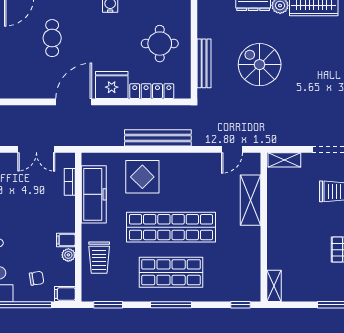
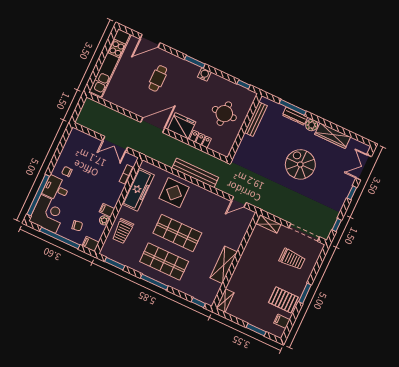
bench: (204, 63) -> (256, 119), moved
spiral stairs: (260, 65) -> (300, 164), moved
locker: (152, 91) -> (200, 139), width x0.66
shelving: (250, 200) -> (224, 265), moved
shop shelf: (171, 227) -> (177, 233), width x0.71

